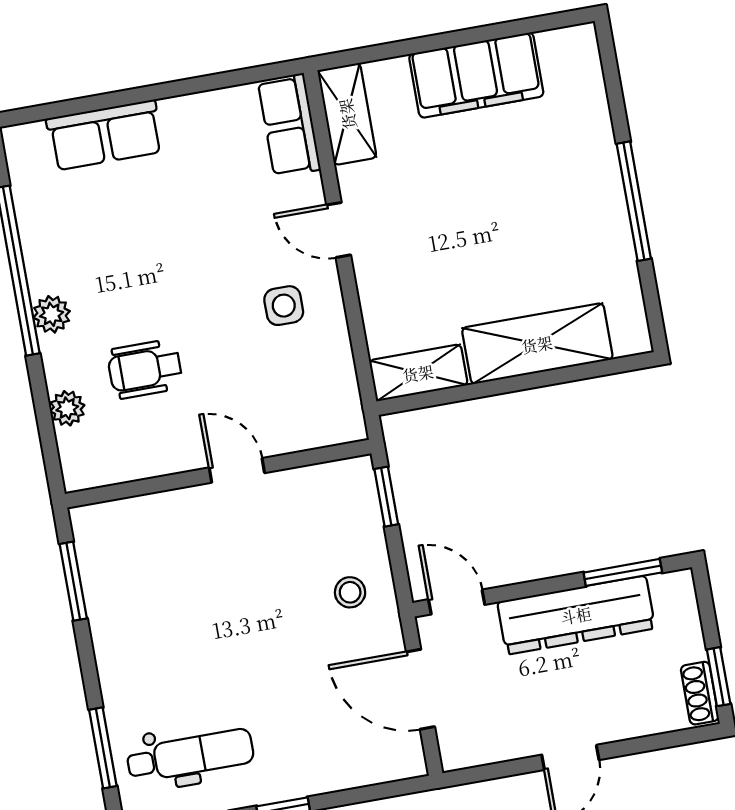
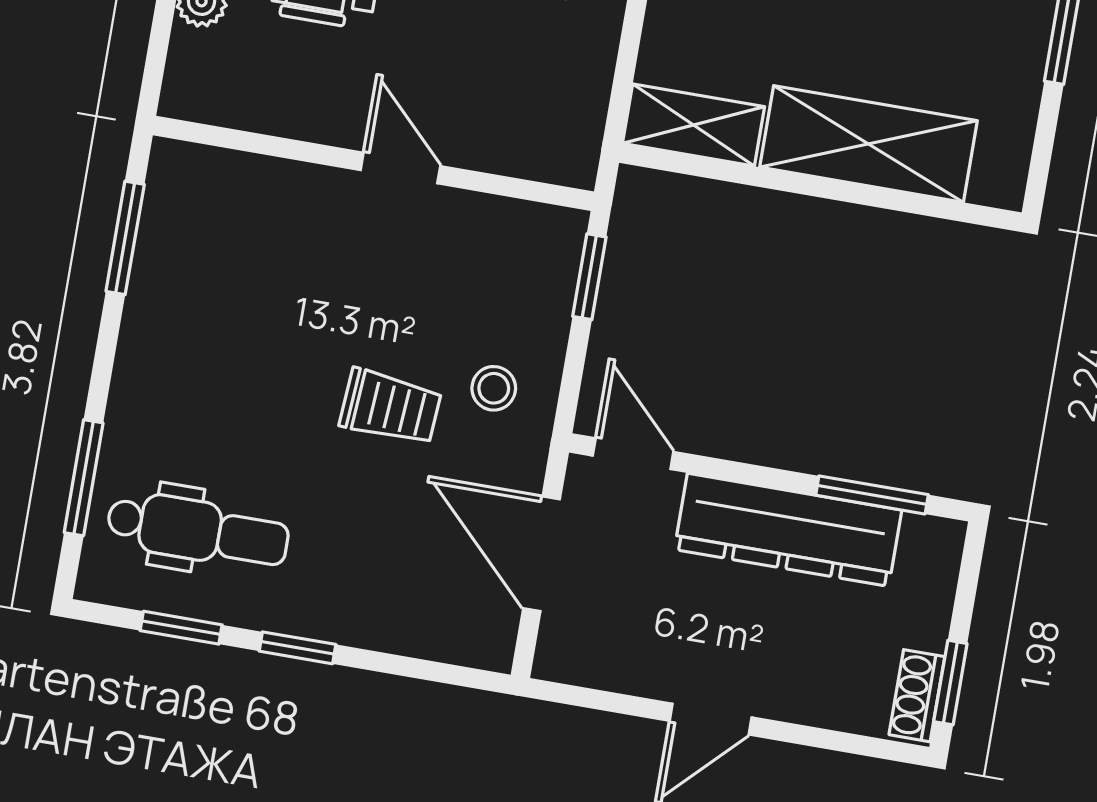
trolley: (287, 629) -> (391, 407), added

